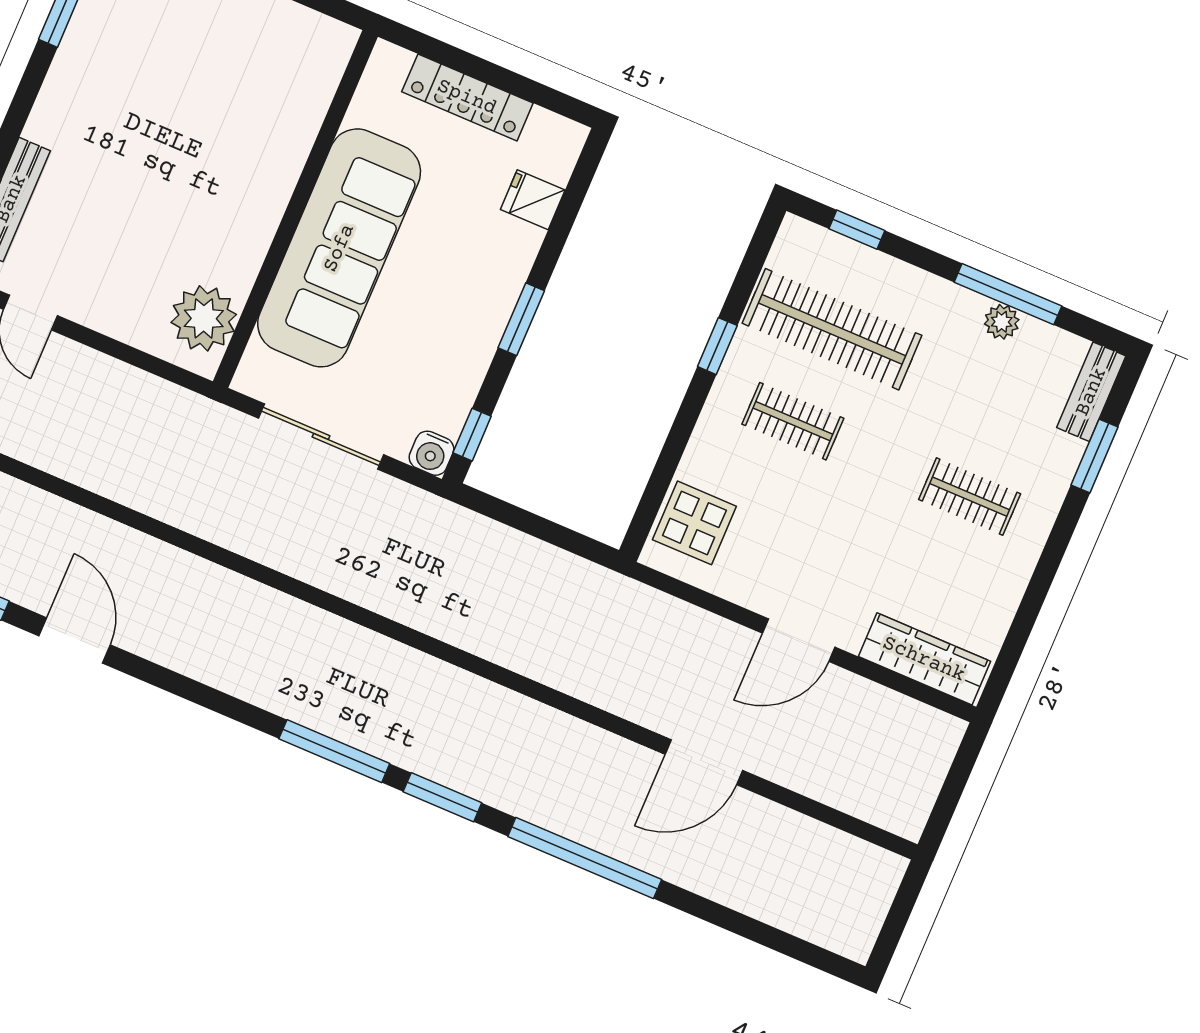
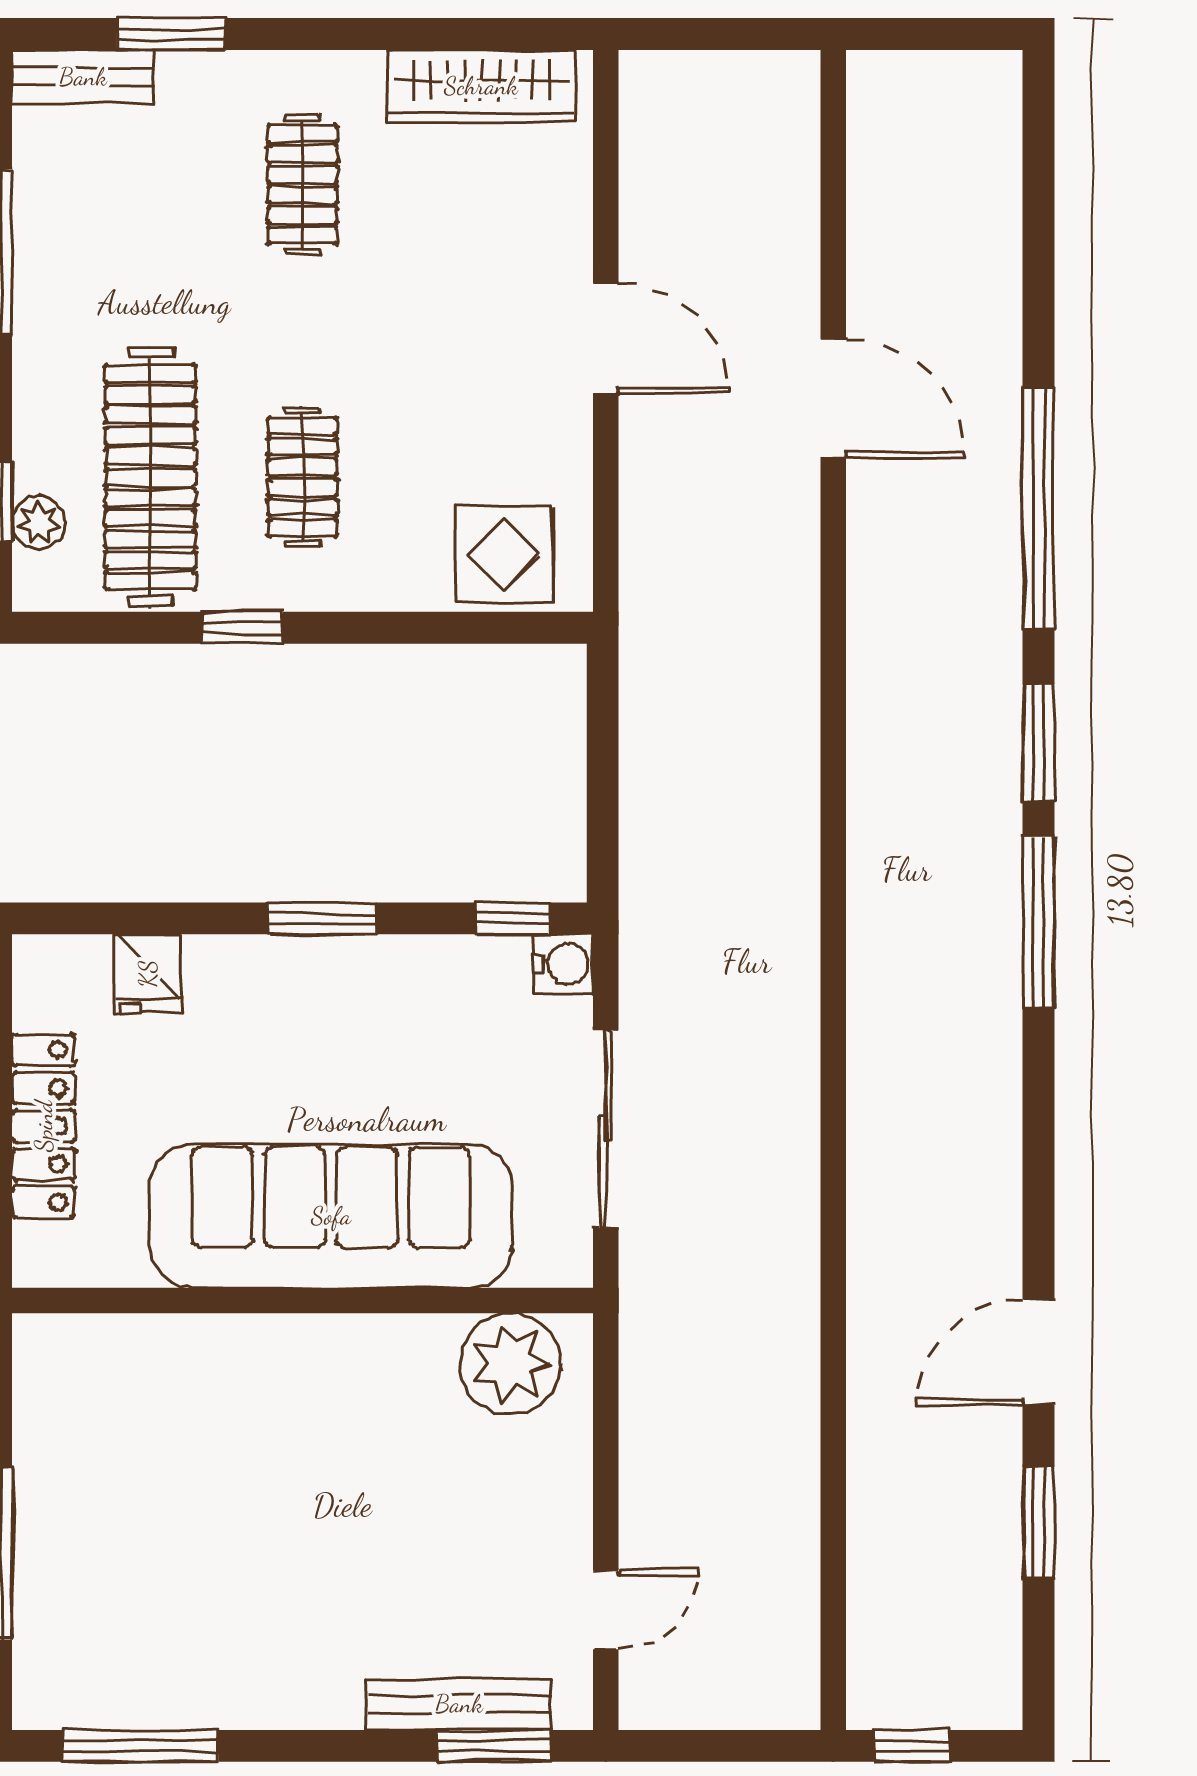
plant: (1002, 322) -> (39, 523), moved
wardrobe: (924, 659) -> (481, 86), moved, turned -90

